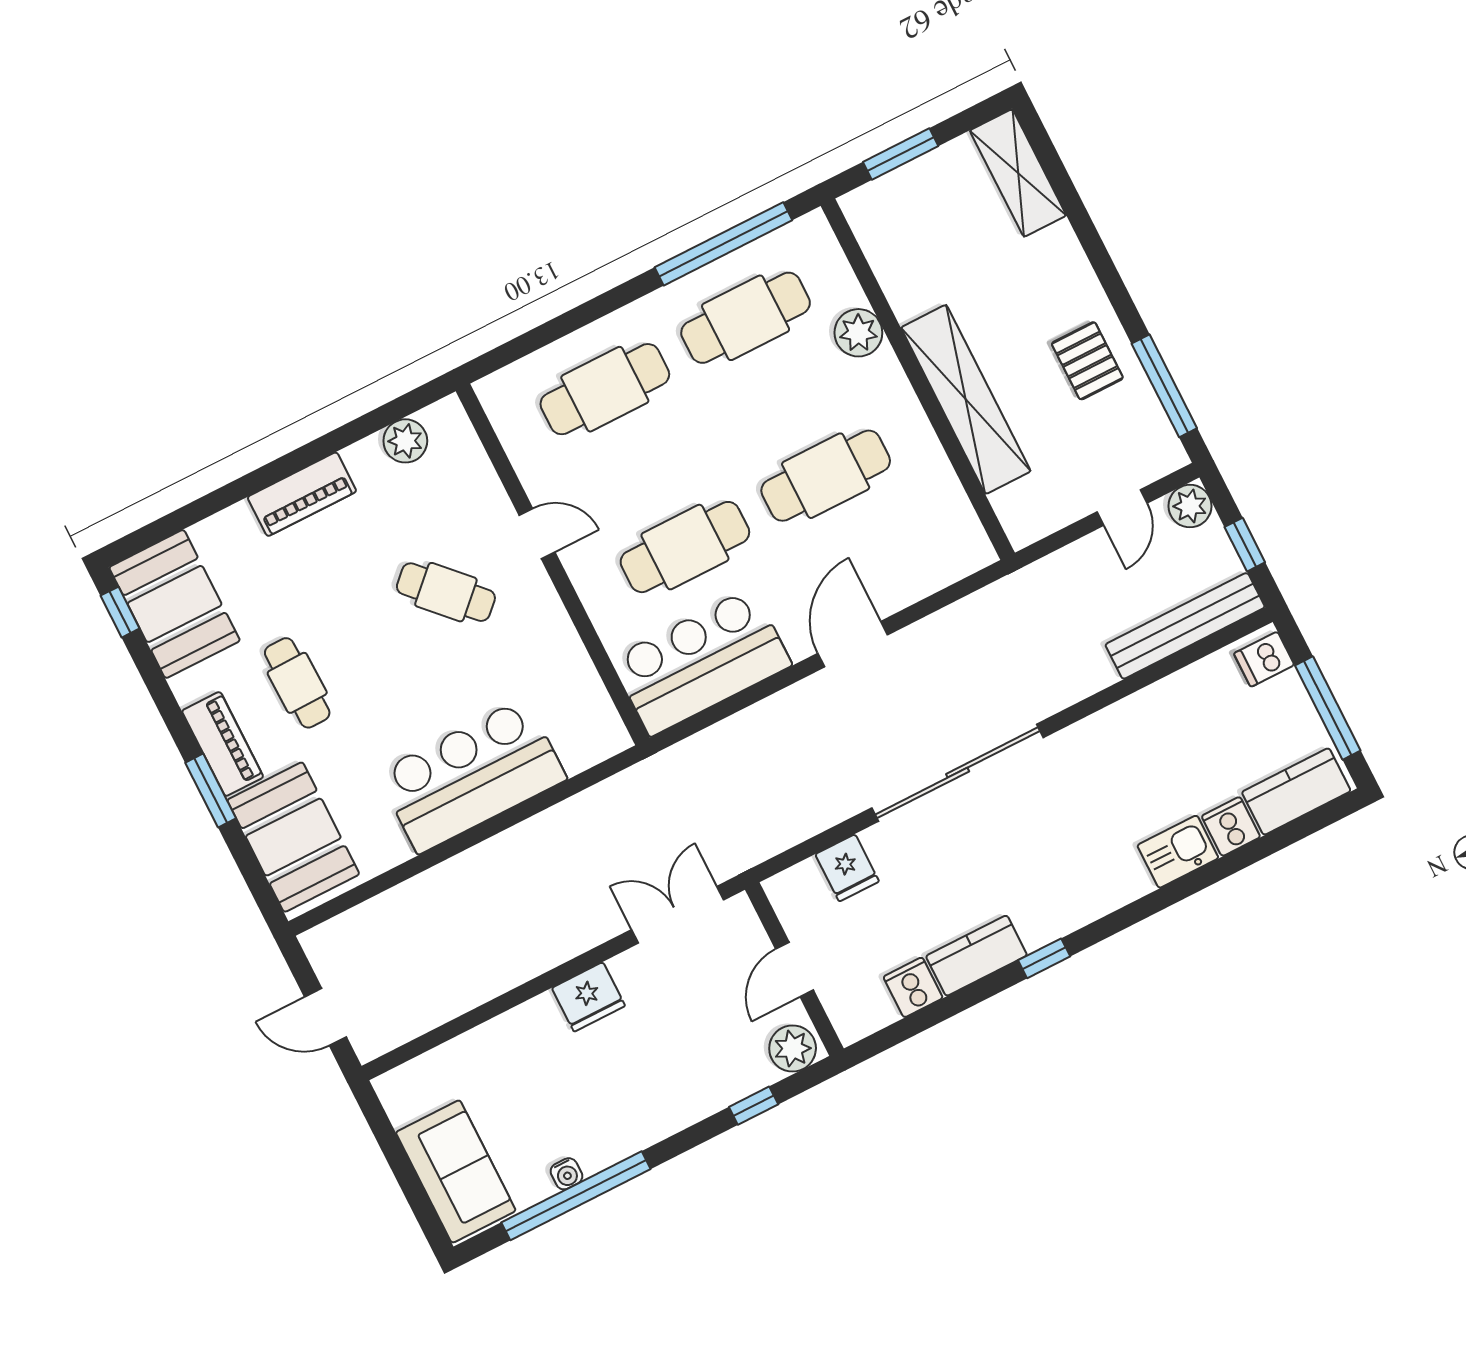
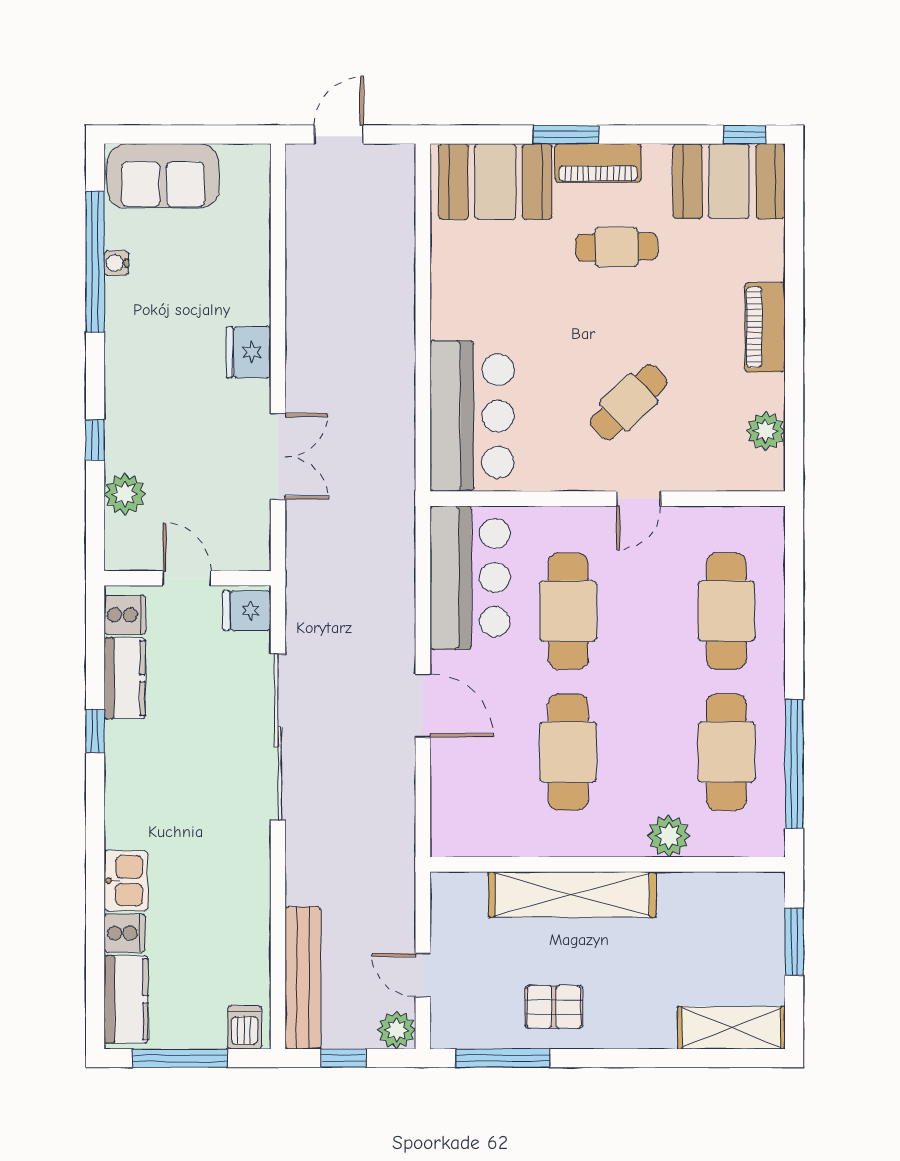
bar counter: (472, 776) -> (472, 416), moved
wall: (794, 969) -> (187, 578), moved
door: (795, 970) -> (187, 578), moved

